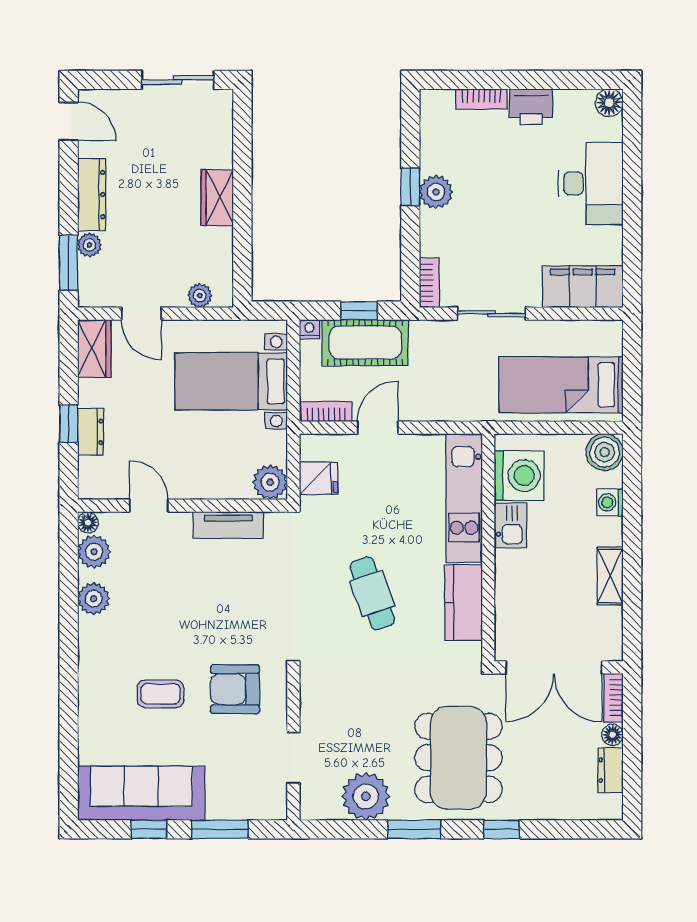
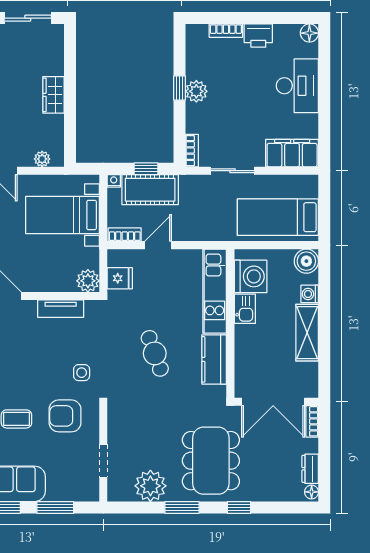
shelving: (610, 576) -> (307, 333), width x1.50, depth x1.33
side table: (260, 623) -> (82, 373), added
floor lamp: (613, 735) -> (312, 492), moved

